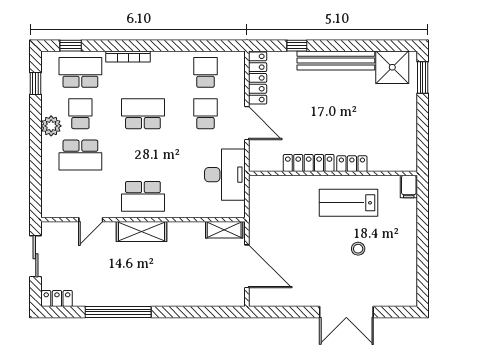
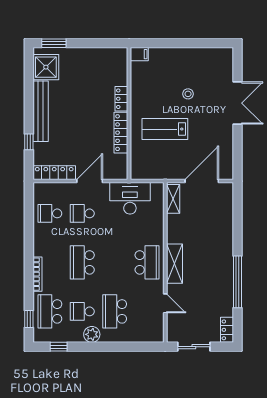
school desk: (80, 155) -> (115, 311), turned 180
lab bench: (348, 203) -> (165, 129), moved, turned 90

